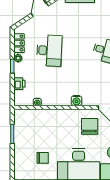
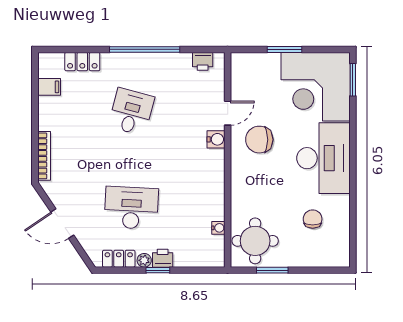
printer: (19, 84) -> (163, 258), moved
water cooler: (76, 101) -> (216, 139), moved
round table: (30, 124) -> (255, 241), added

